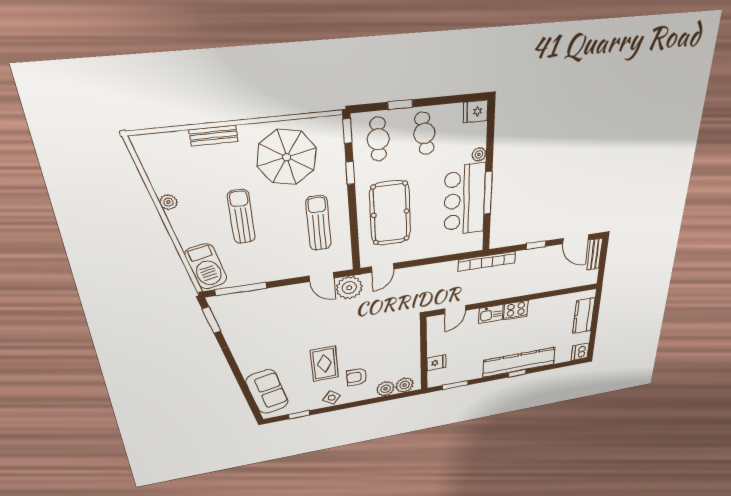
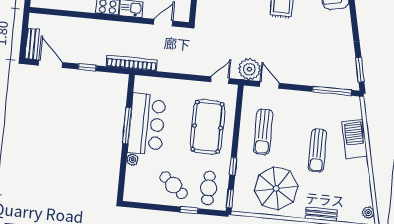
fridge: (476, 111) -> (133, 194), removed
cafe table: (424, 133) -> (174, 185), turned -43
plant: (168, 202) -> (368, 213), moved
barbecue: (206, 266) -> (355, 139), moved

